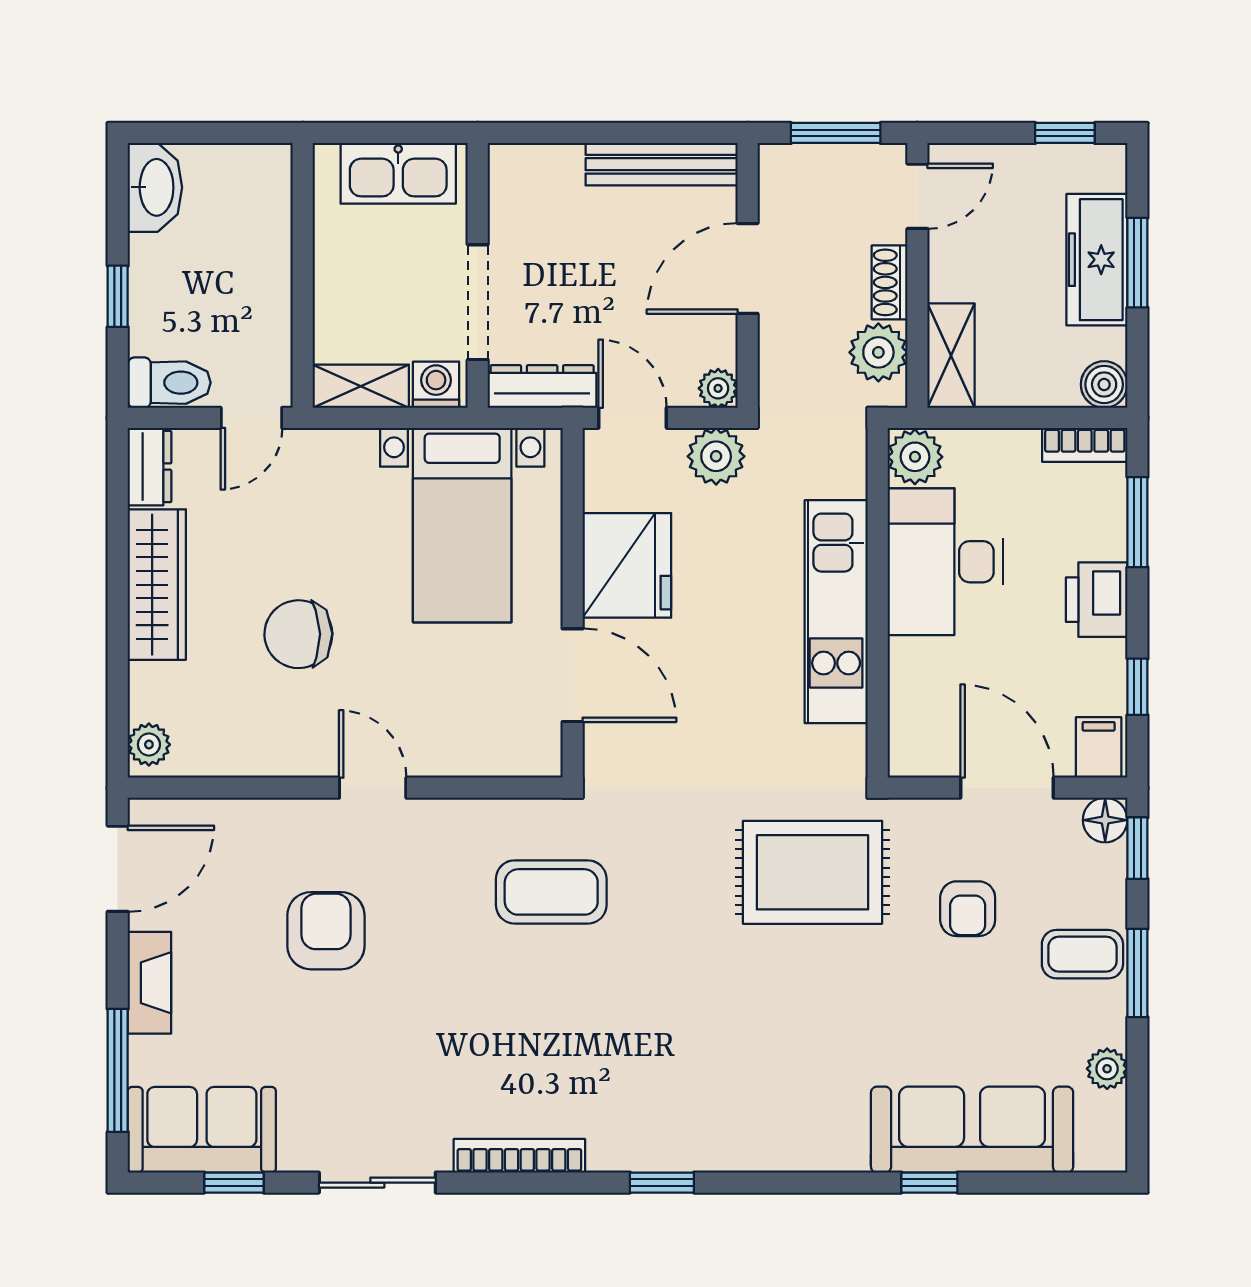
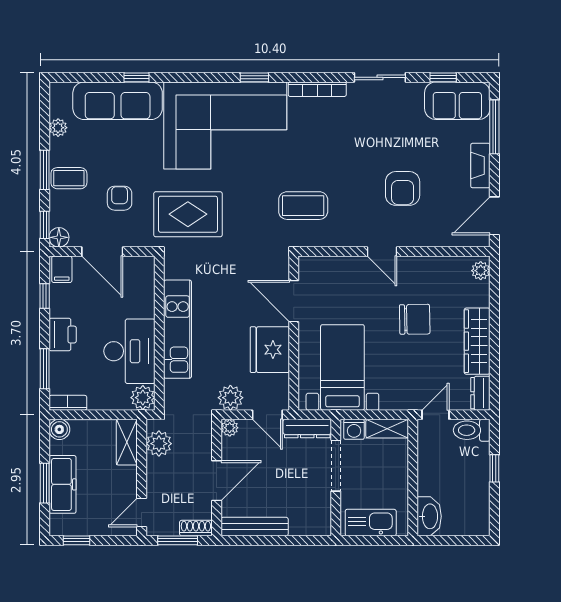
washbasin: (155, 187) -> (429, 516), moved, turned 180
shoe rack: (890, 282) -> (196, 528), moved, turned -90
corner sofa: (728, 1074) -> (225, 125), added

